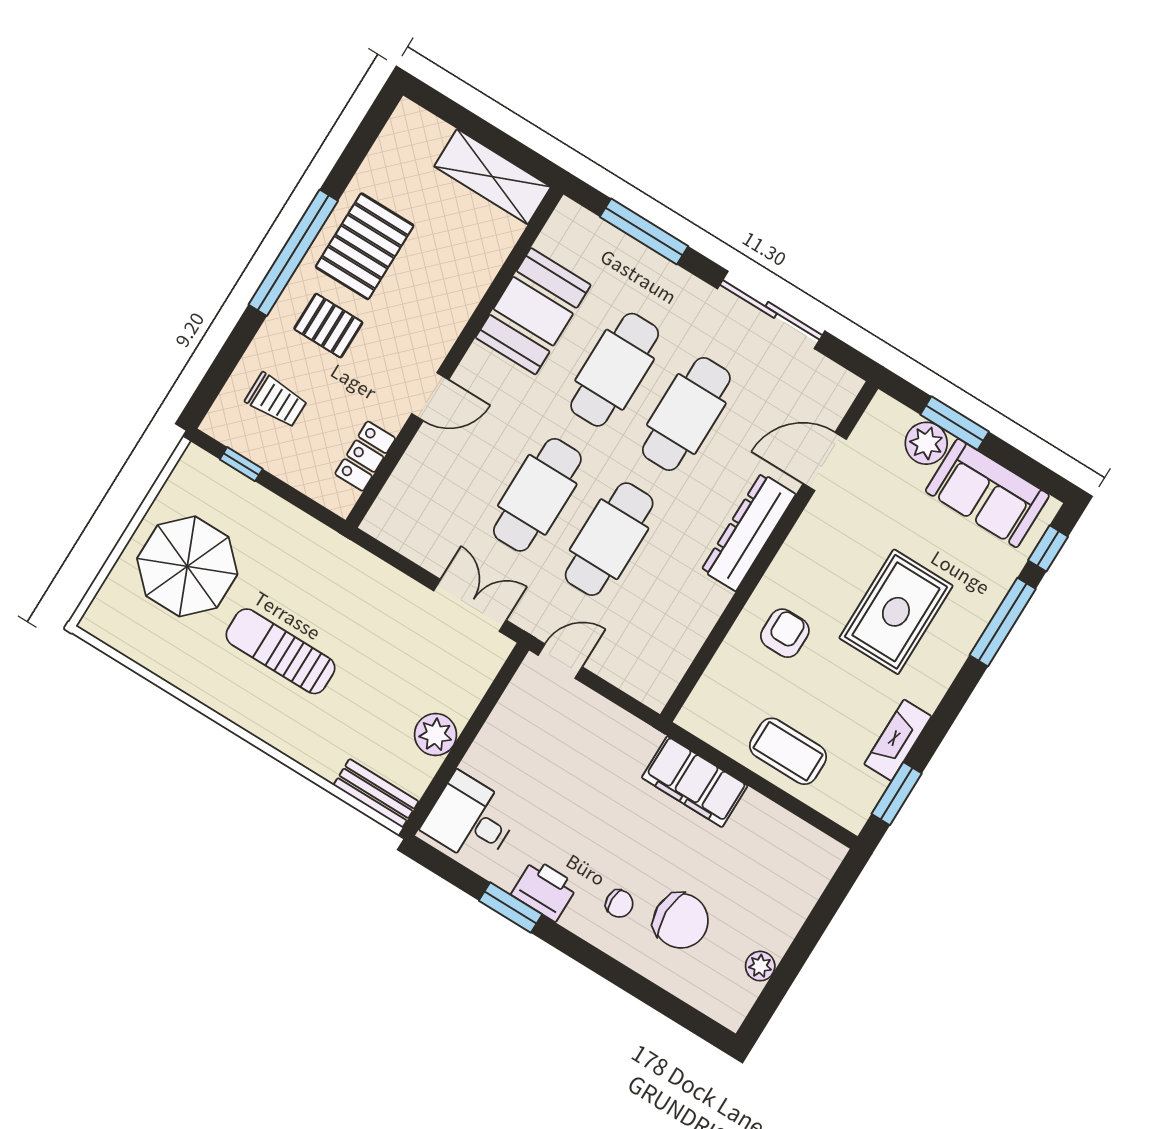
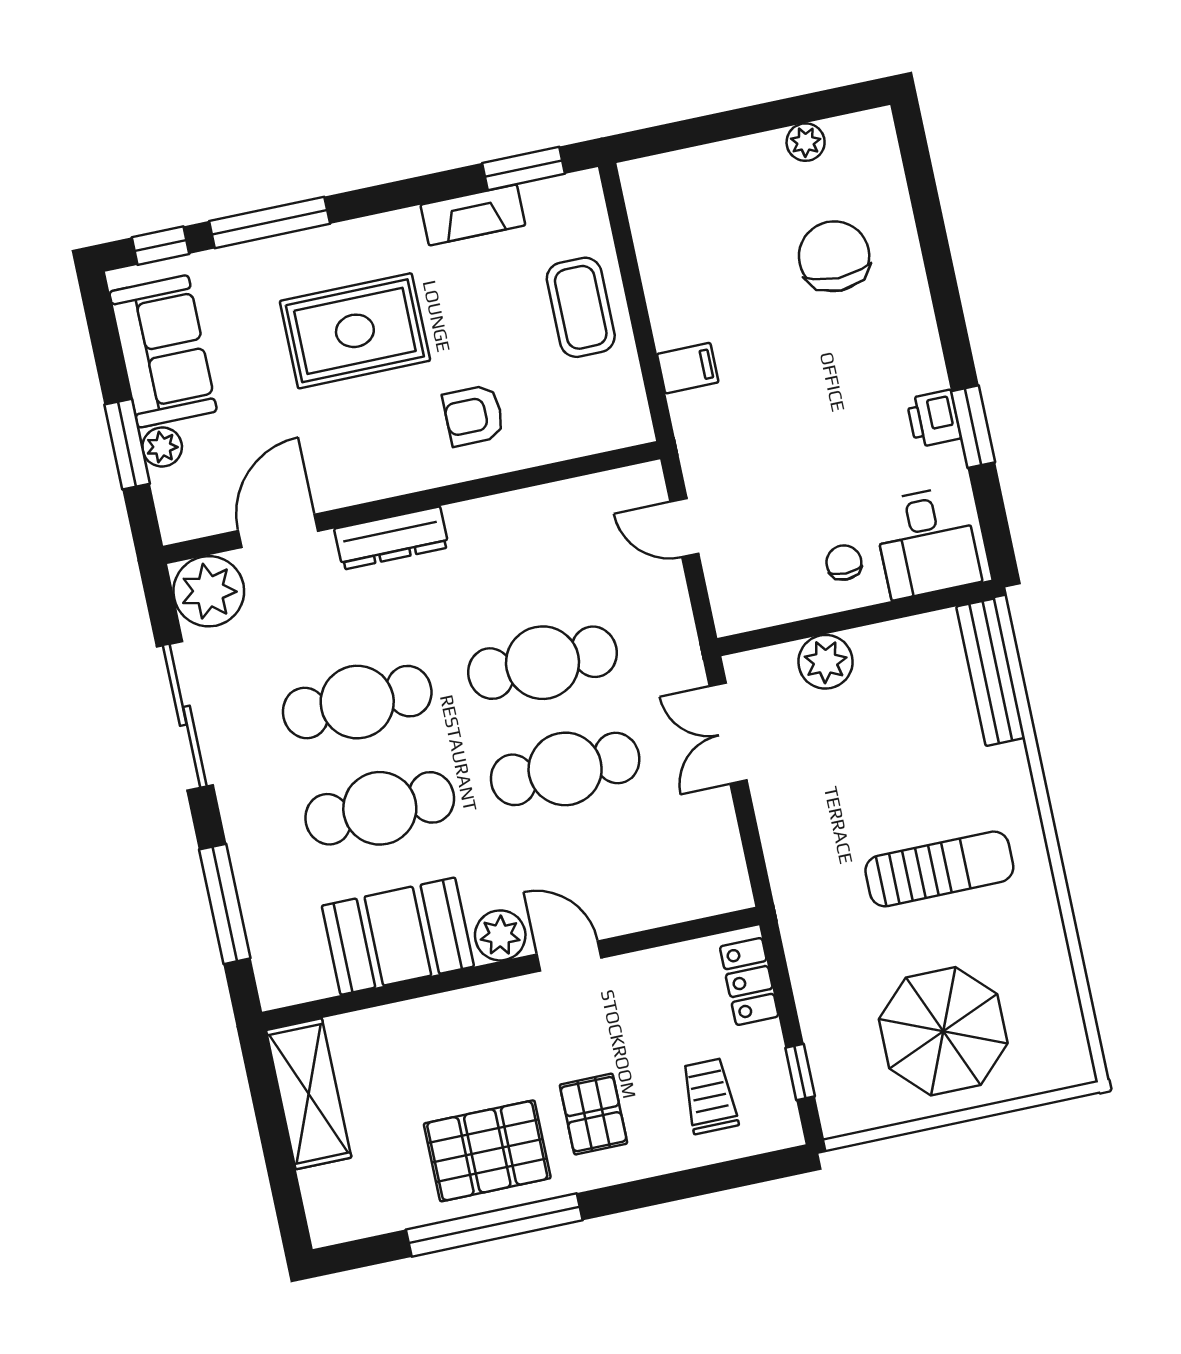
window: (293, 253) -> (494, 1225), moved
plant: (479, 369) -> (500, 935), added
plant: (828, 390) -> (209, 591), added
plant: (926, 443) -> (162, 447), width x0.73, depth x0.73
locker: (365, 456) -> (749, 981), moved, turned 90
door: (825, 461) -> (278, 531), swing flipped
dresser: (749, 532) -> (391, 538), width x0.73, depth x0.80
sun lounger: (280, 651) -> (939, 869), turned -90
door: (560, 661) -> (684, 528), moved
plant: (435, 735) -> (825, 662), moved
filing cabinet: (695, 782) -> (688, 368), width x0.33, depth x0.86
bench: (376, 793) -> (991, 672), width x1.36
printer: (545, 890) -> (934, 419), width x0.73, depth x0.81
chair: (619, 904) -> (844, 563), moved

